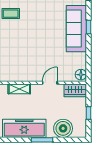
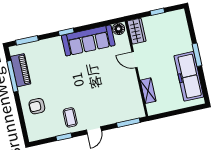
sofa: (76, 29) -> (88, 40), moved
boiler: (63, 128) -> (180, 35), removed

